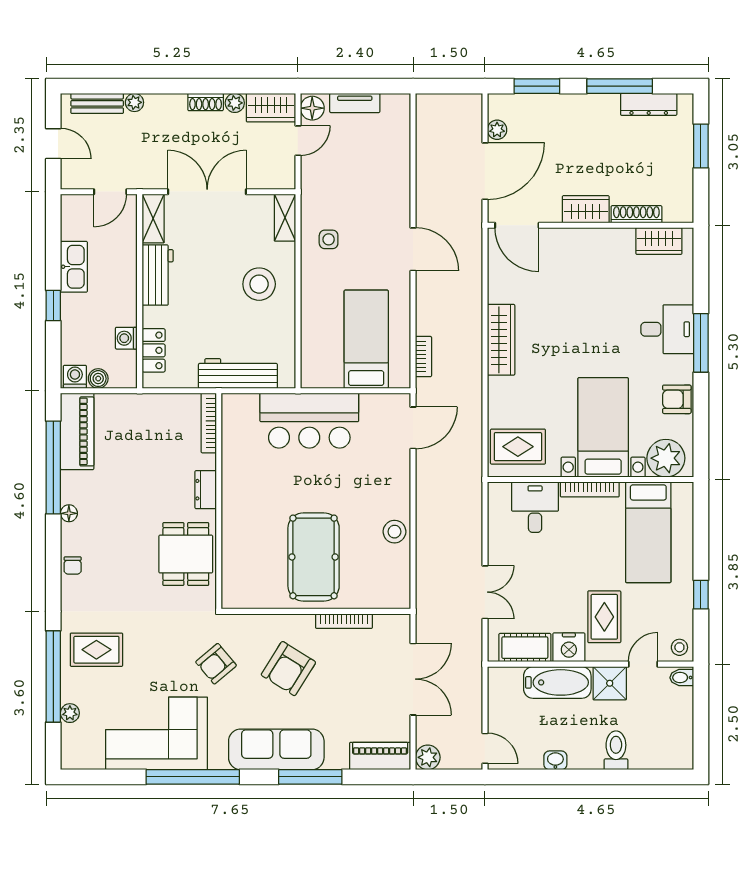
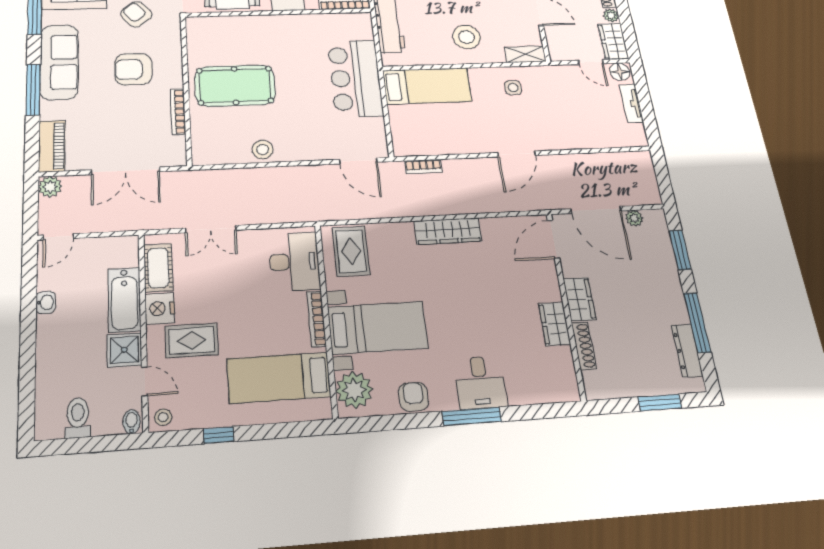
wardrobe: (659, 241) -> (555, 324), moved
bed: (366, 339) -> (427, 86), moved
desk: (535, 507) -> (294, 262), width x1.37
armchair: (288, 669) -> (133, 69), turned -32
toilet: (616, 750) -> (78, 418), moved, turned -90

